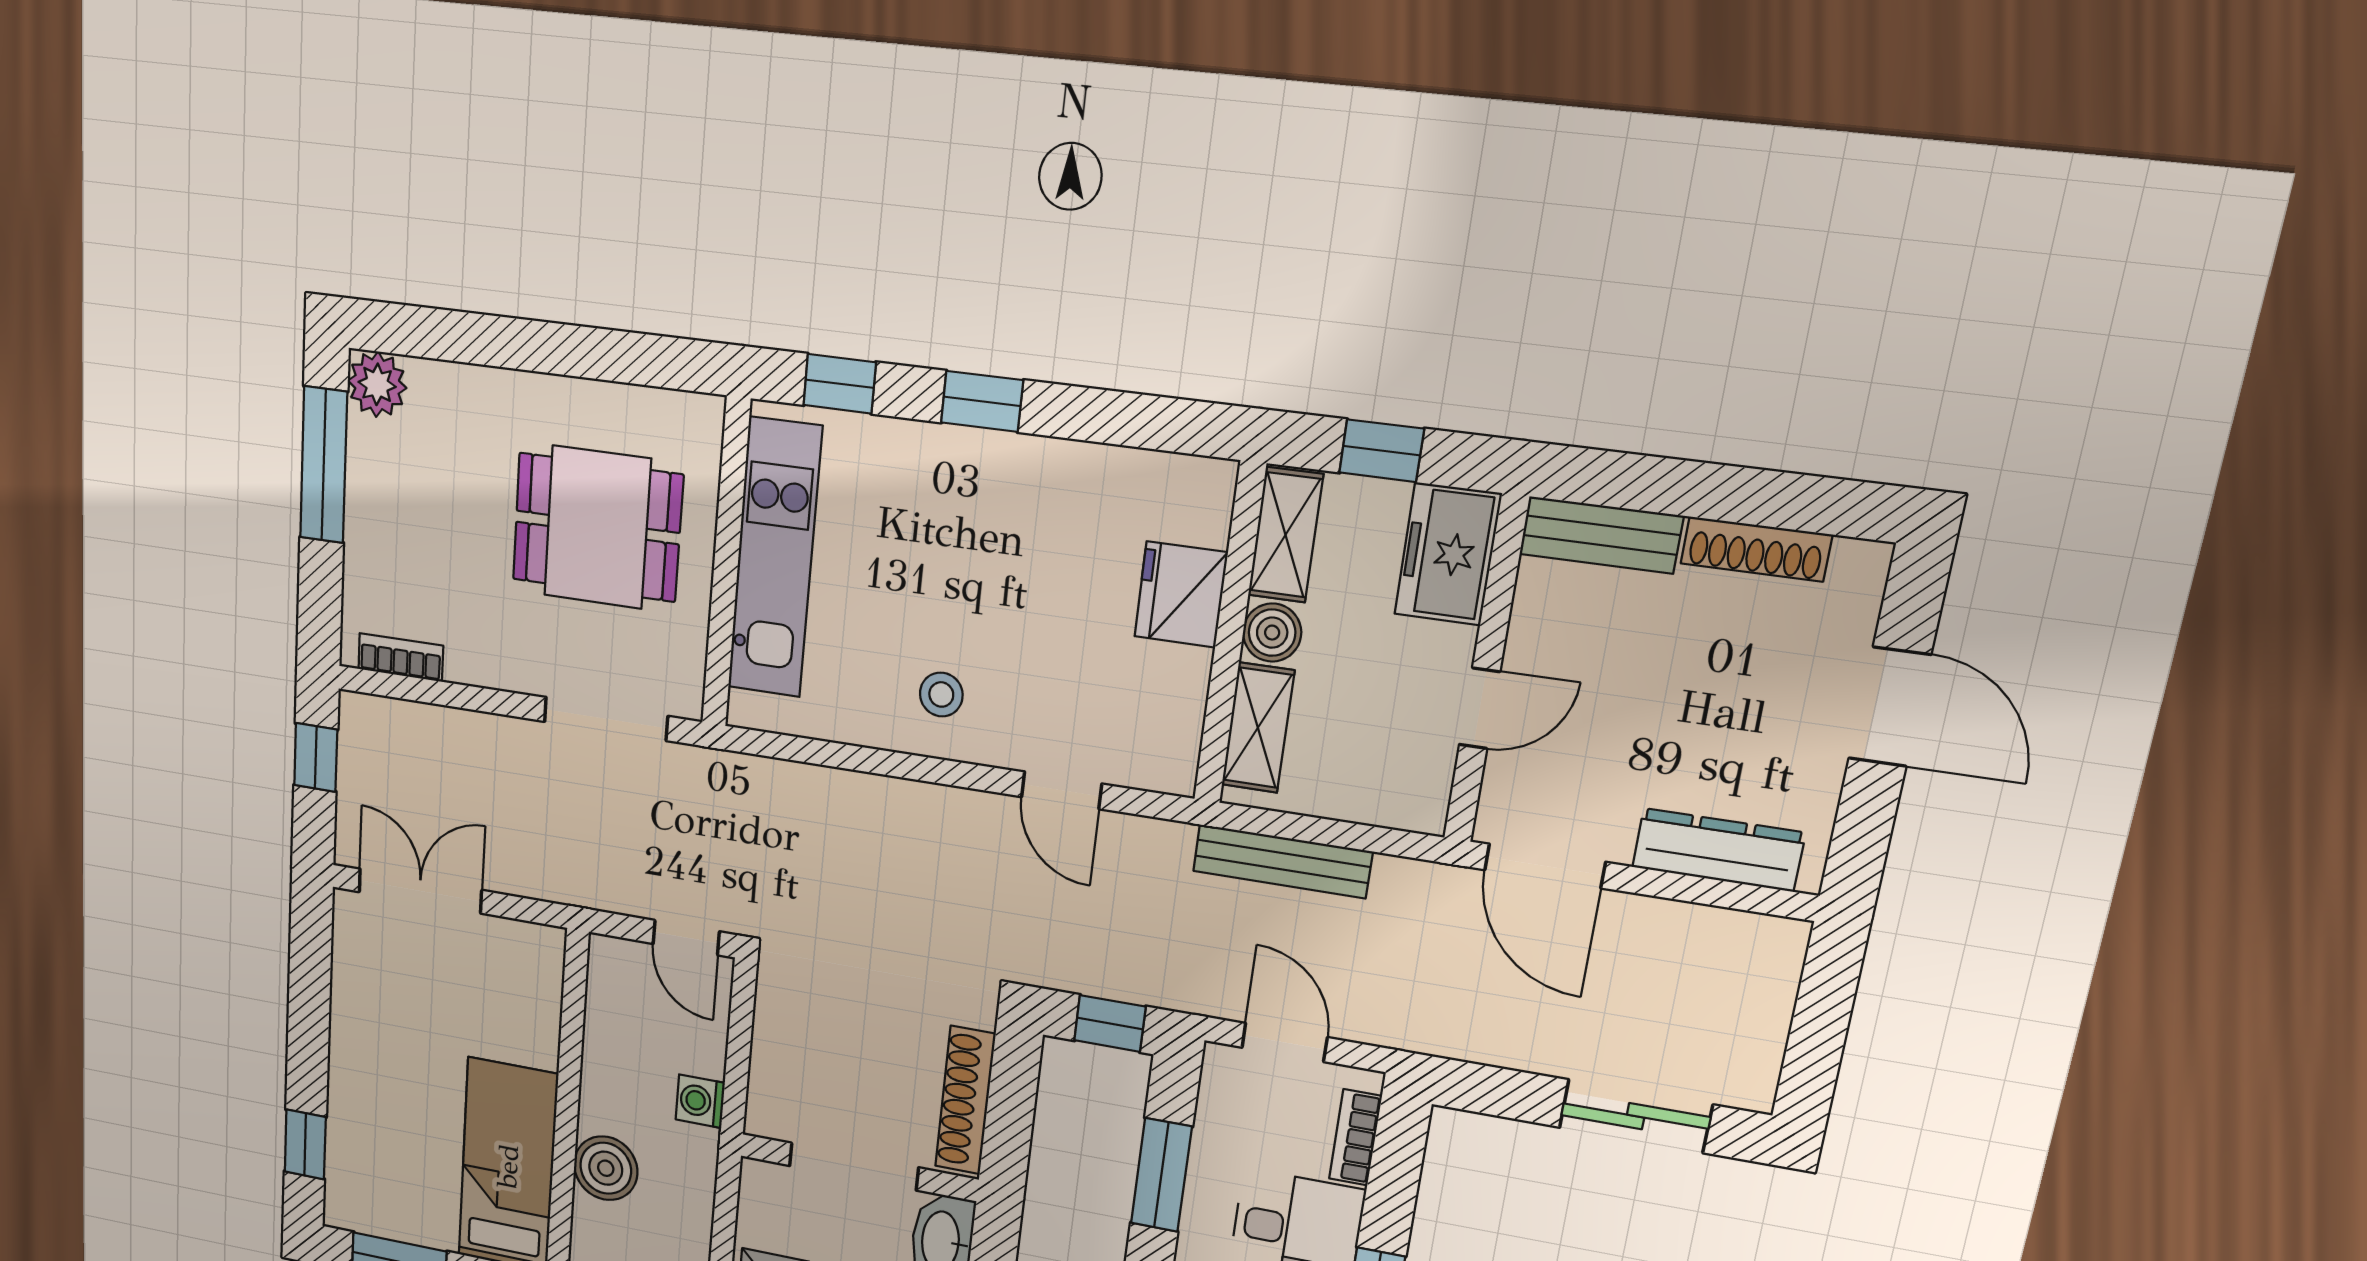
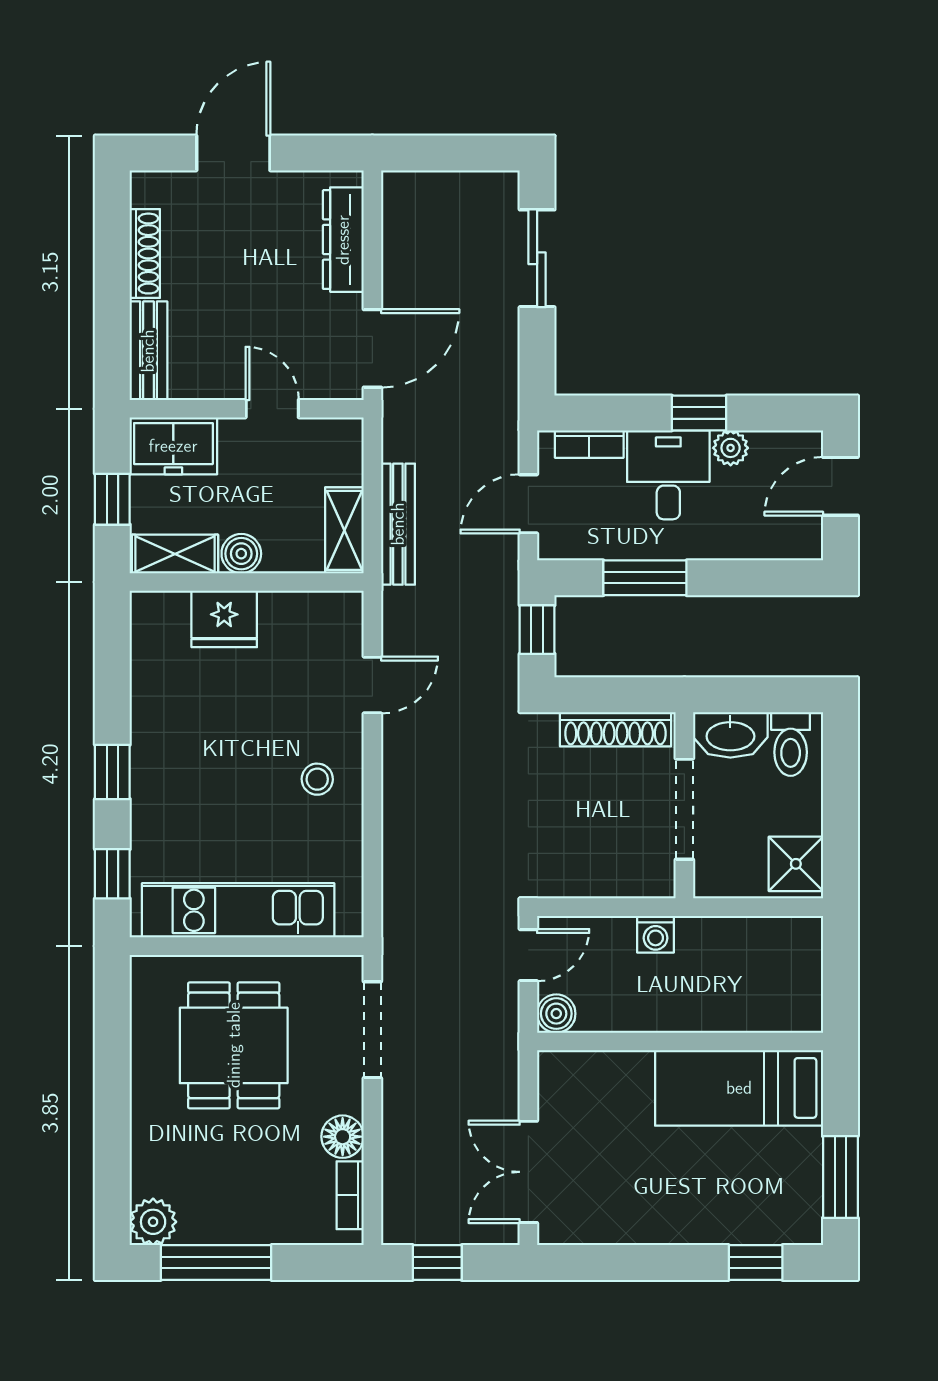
floor lamp: (474, 658) -> (343, 1137), added
shelving: (1258, 728) -> (344, 530), moved, turned 90
boiler: (606, 1168) -> (556, 1014), moved, width x0.73, depth x0.73

